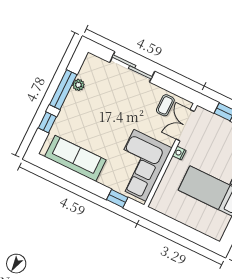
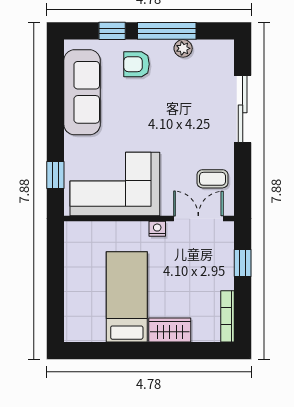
armchair: (74, 117) -> (136, 64), added

